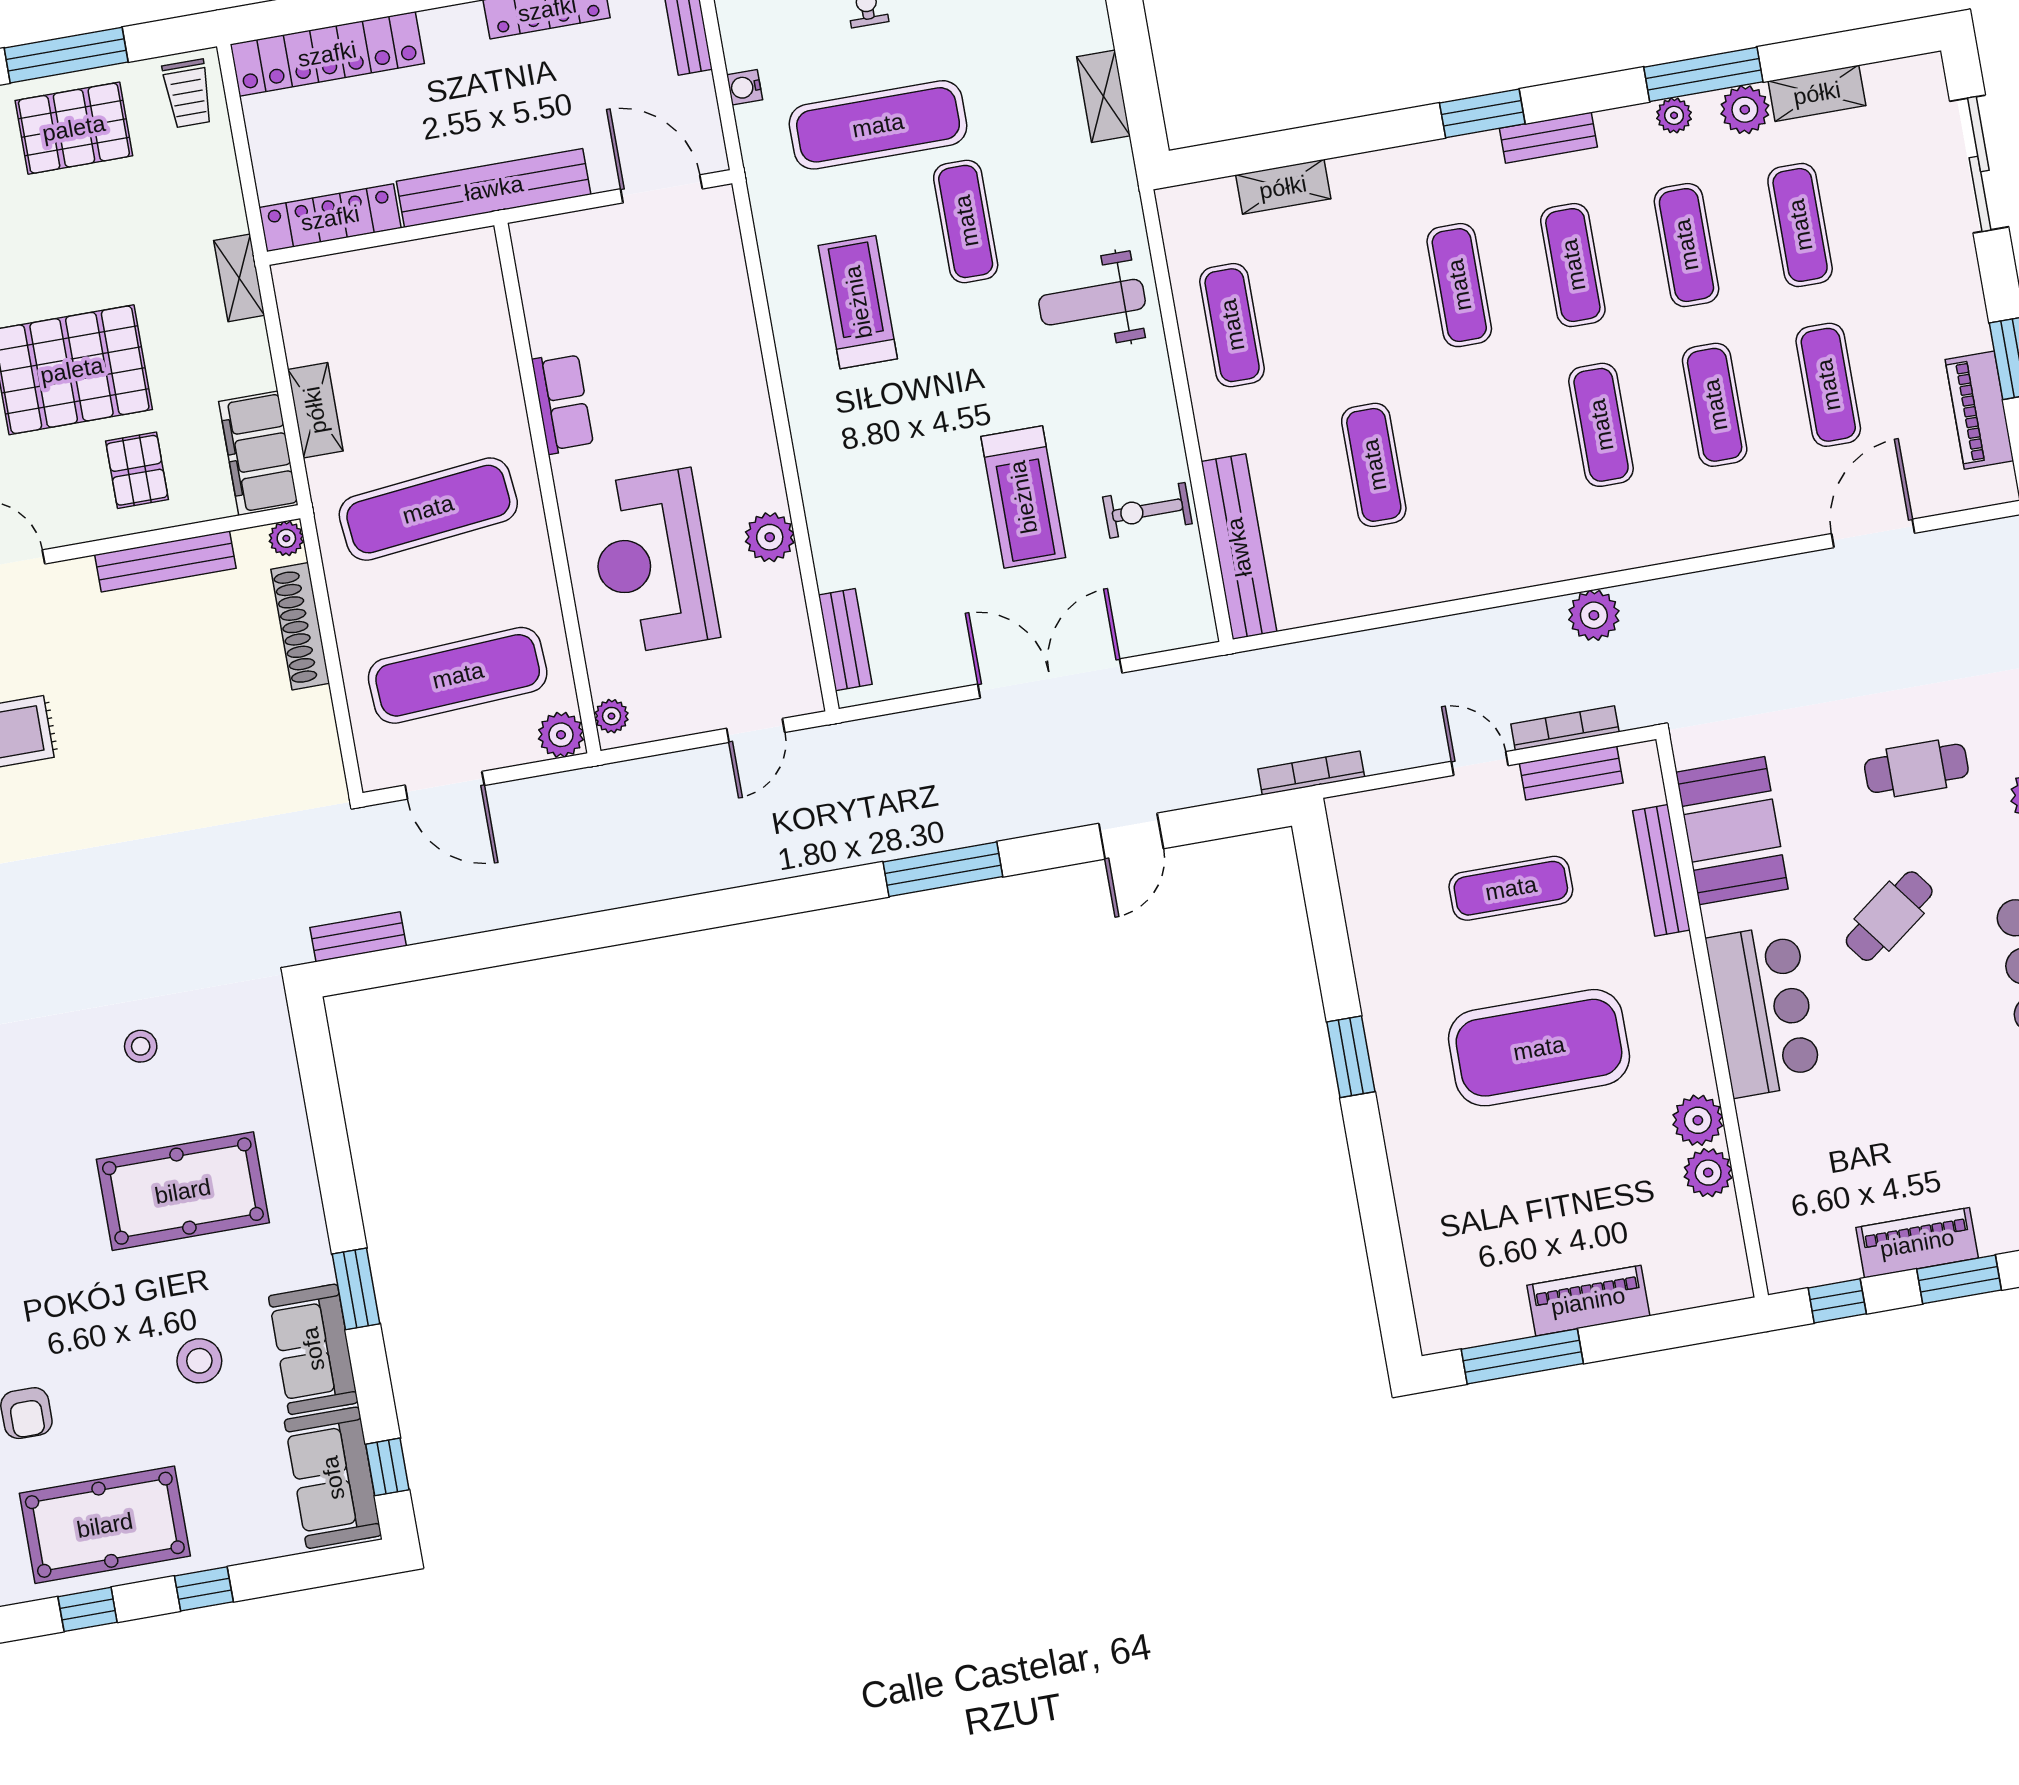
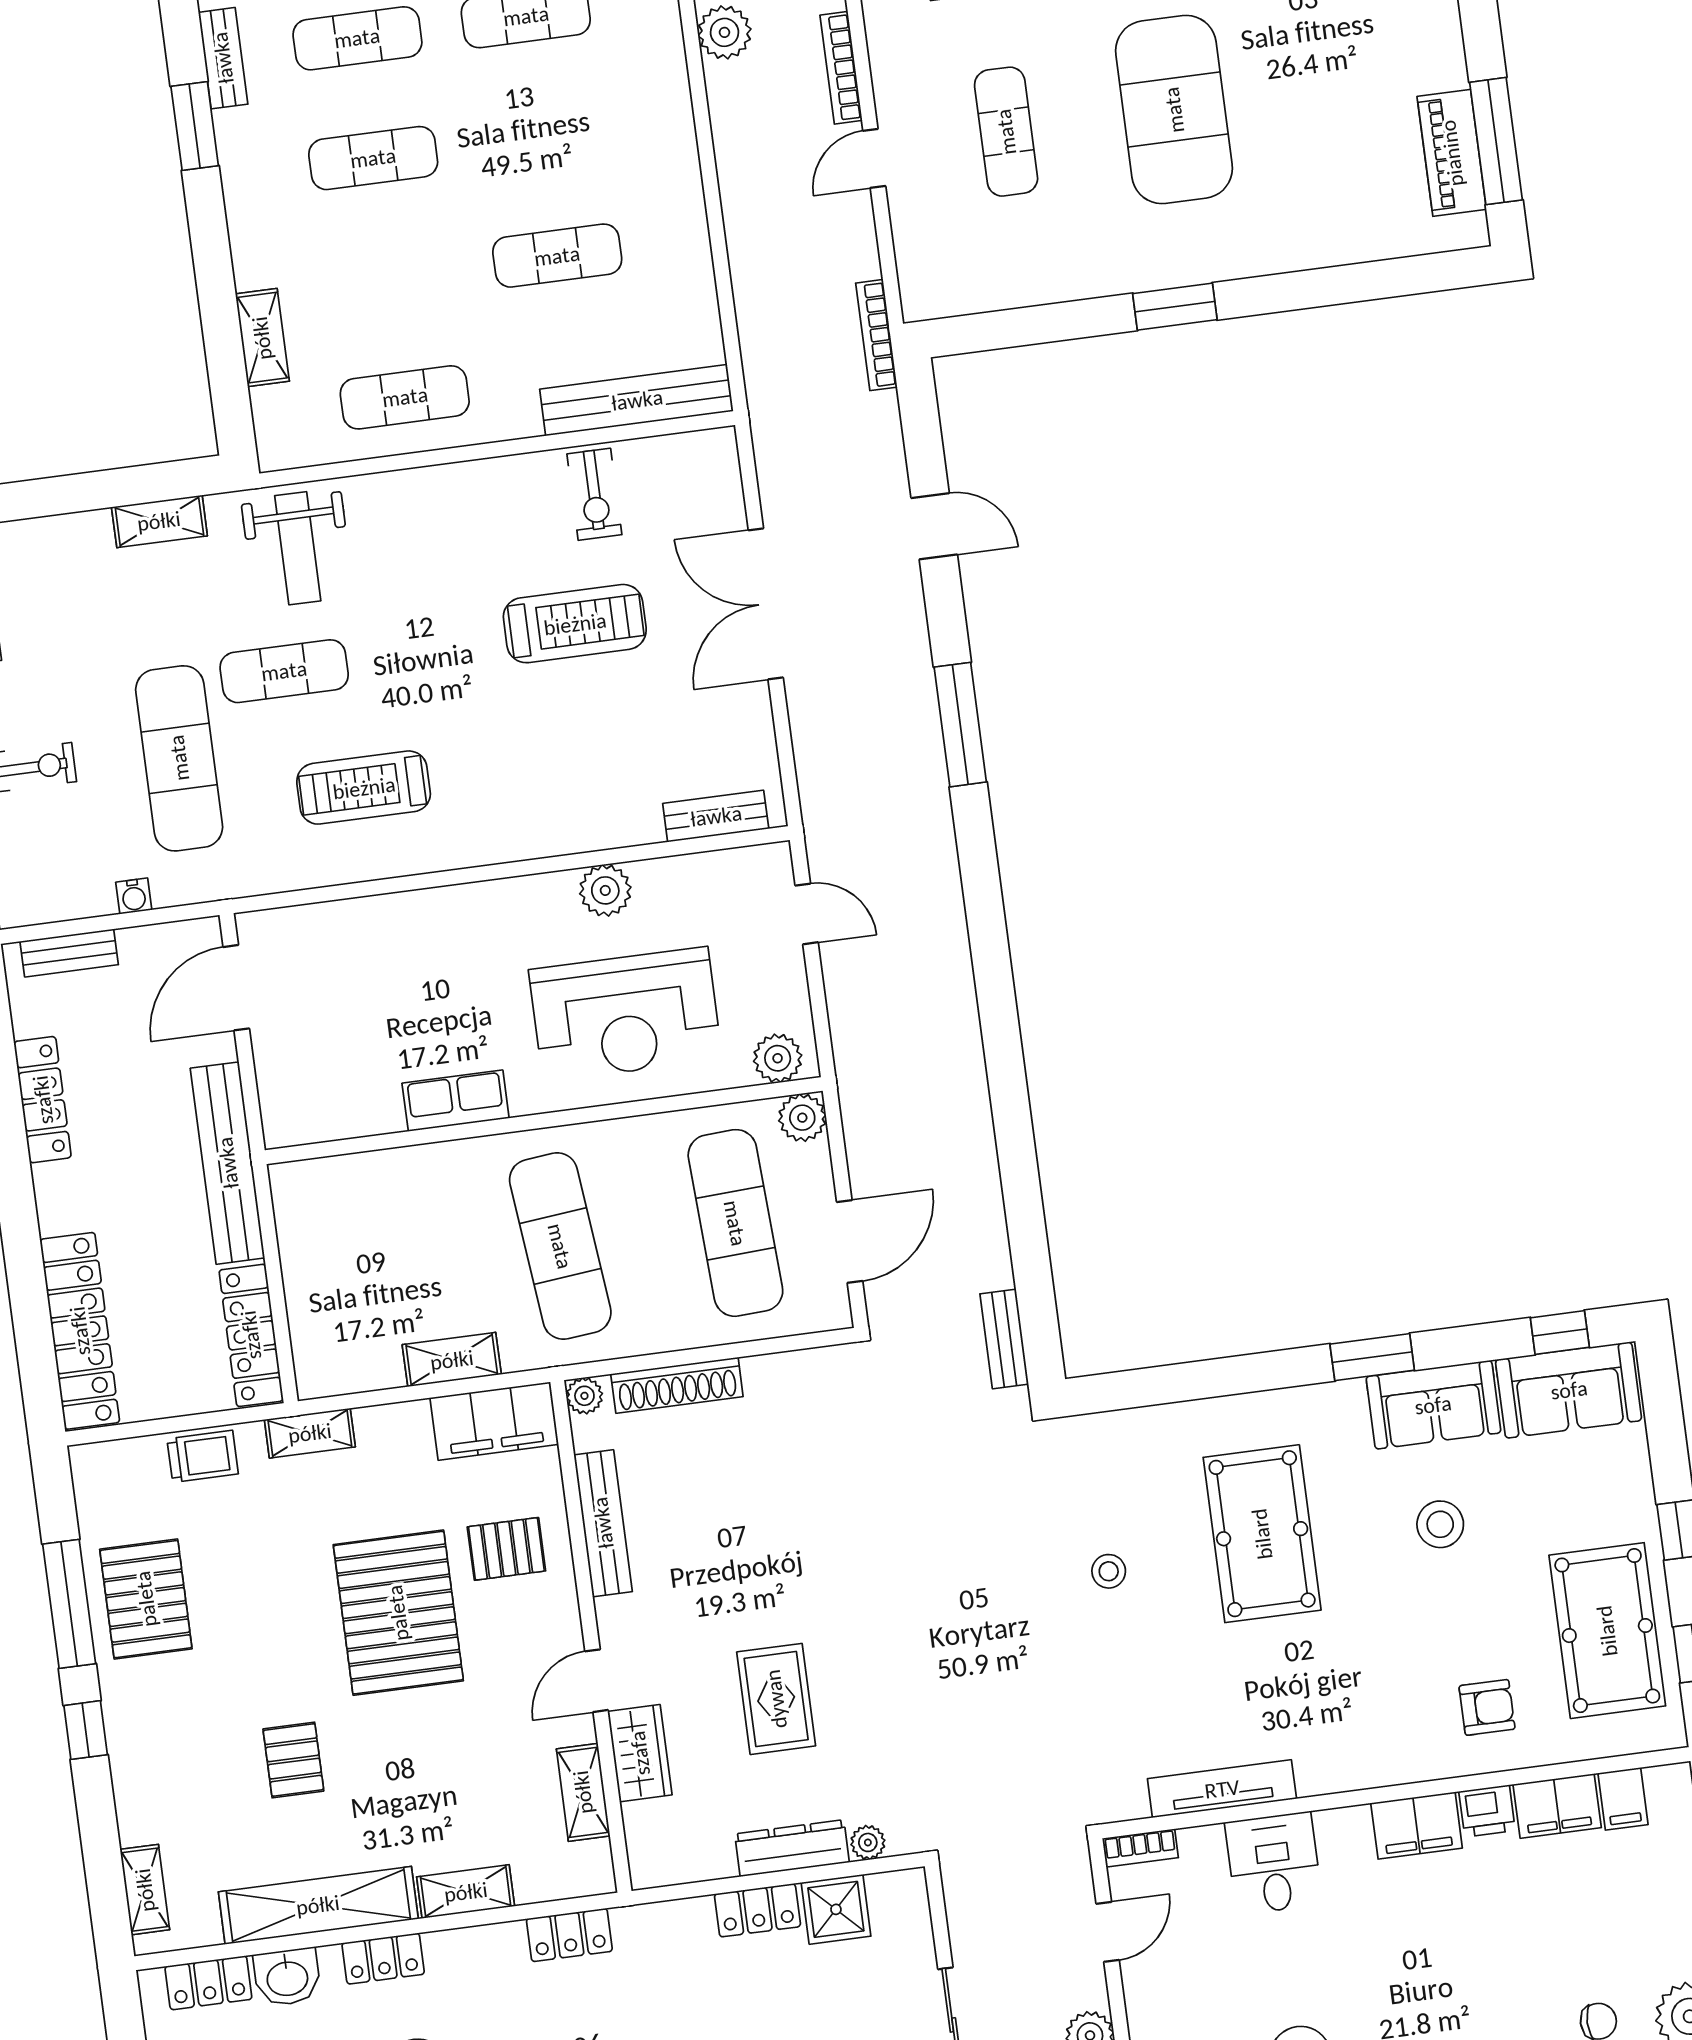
trolley: (188, 93) -> (203, 1456), moved
weight bench: (1092, 302) -> (298, 548), moved
plant: (611, 716) -> (778, 1058), width x1.38, depth x1.38
bench: (1571, 773) -> (888, 63), removed
piano: (1588, 1301) -> (1452, 153), moved

